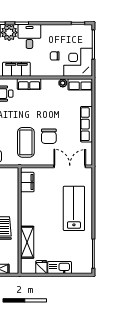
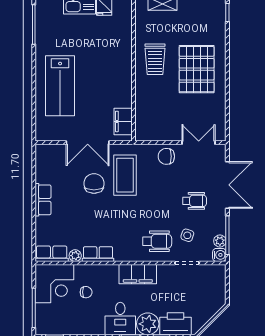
row of seats: (29, 84) -> (98, 254), moved
row of seats: (86, 124) -> (43, 200), width x0.68
double door: (70, 166) -> (88, 143), moved
shelving: (27, 242) -> (123, 40), removed

